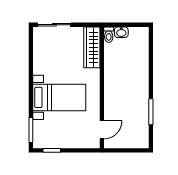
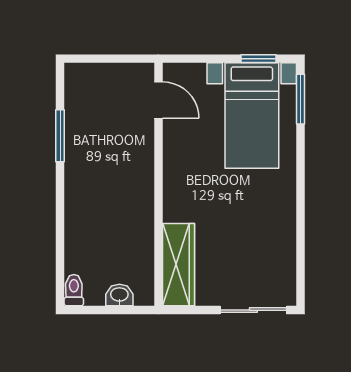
toilet: (109, 35) -> (74, 290), moved
bed with nightstands: (59, 97) -> (252, 115), moved, turned -90
door: (102, 130) -> (158, 100), swing flipped

